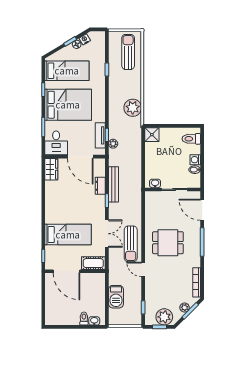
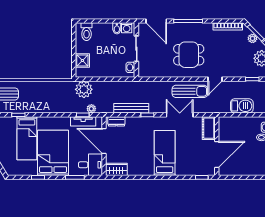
bed: (67, 71) -> (27, 138), moved, turned 180
plant: (133, 108) -> (84, 89), moved
shower: (152, 135) -> (82, 60), moved
door: (80, 157) -> (104, 141), swing flipped
washing machine: (195, 160) -> (127, 28), moved
dresser: (100, 186) -> (116, 121), moved
door: (202, 210) -> (156, 21), hinge flipped
bed: (68, 235) -> (165, 153), moved
dining table: (168, 243) -> (189, 55), turned 90

